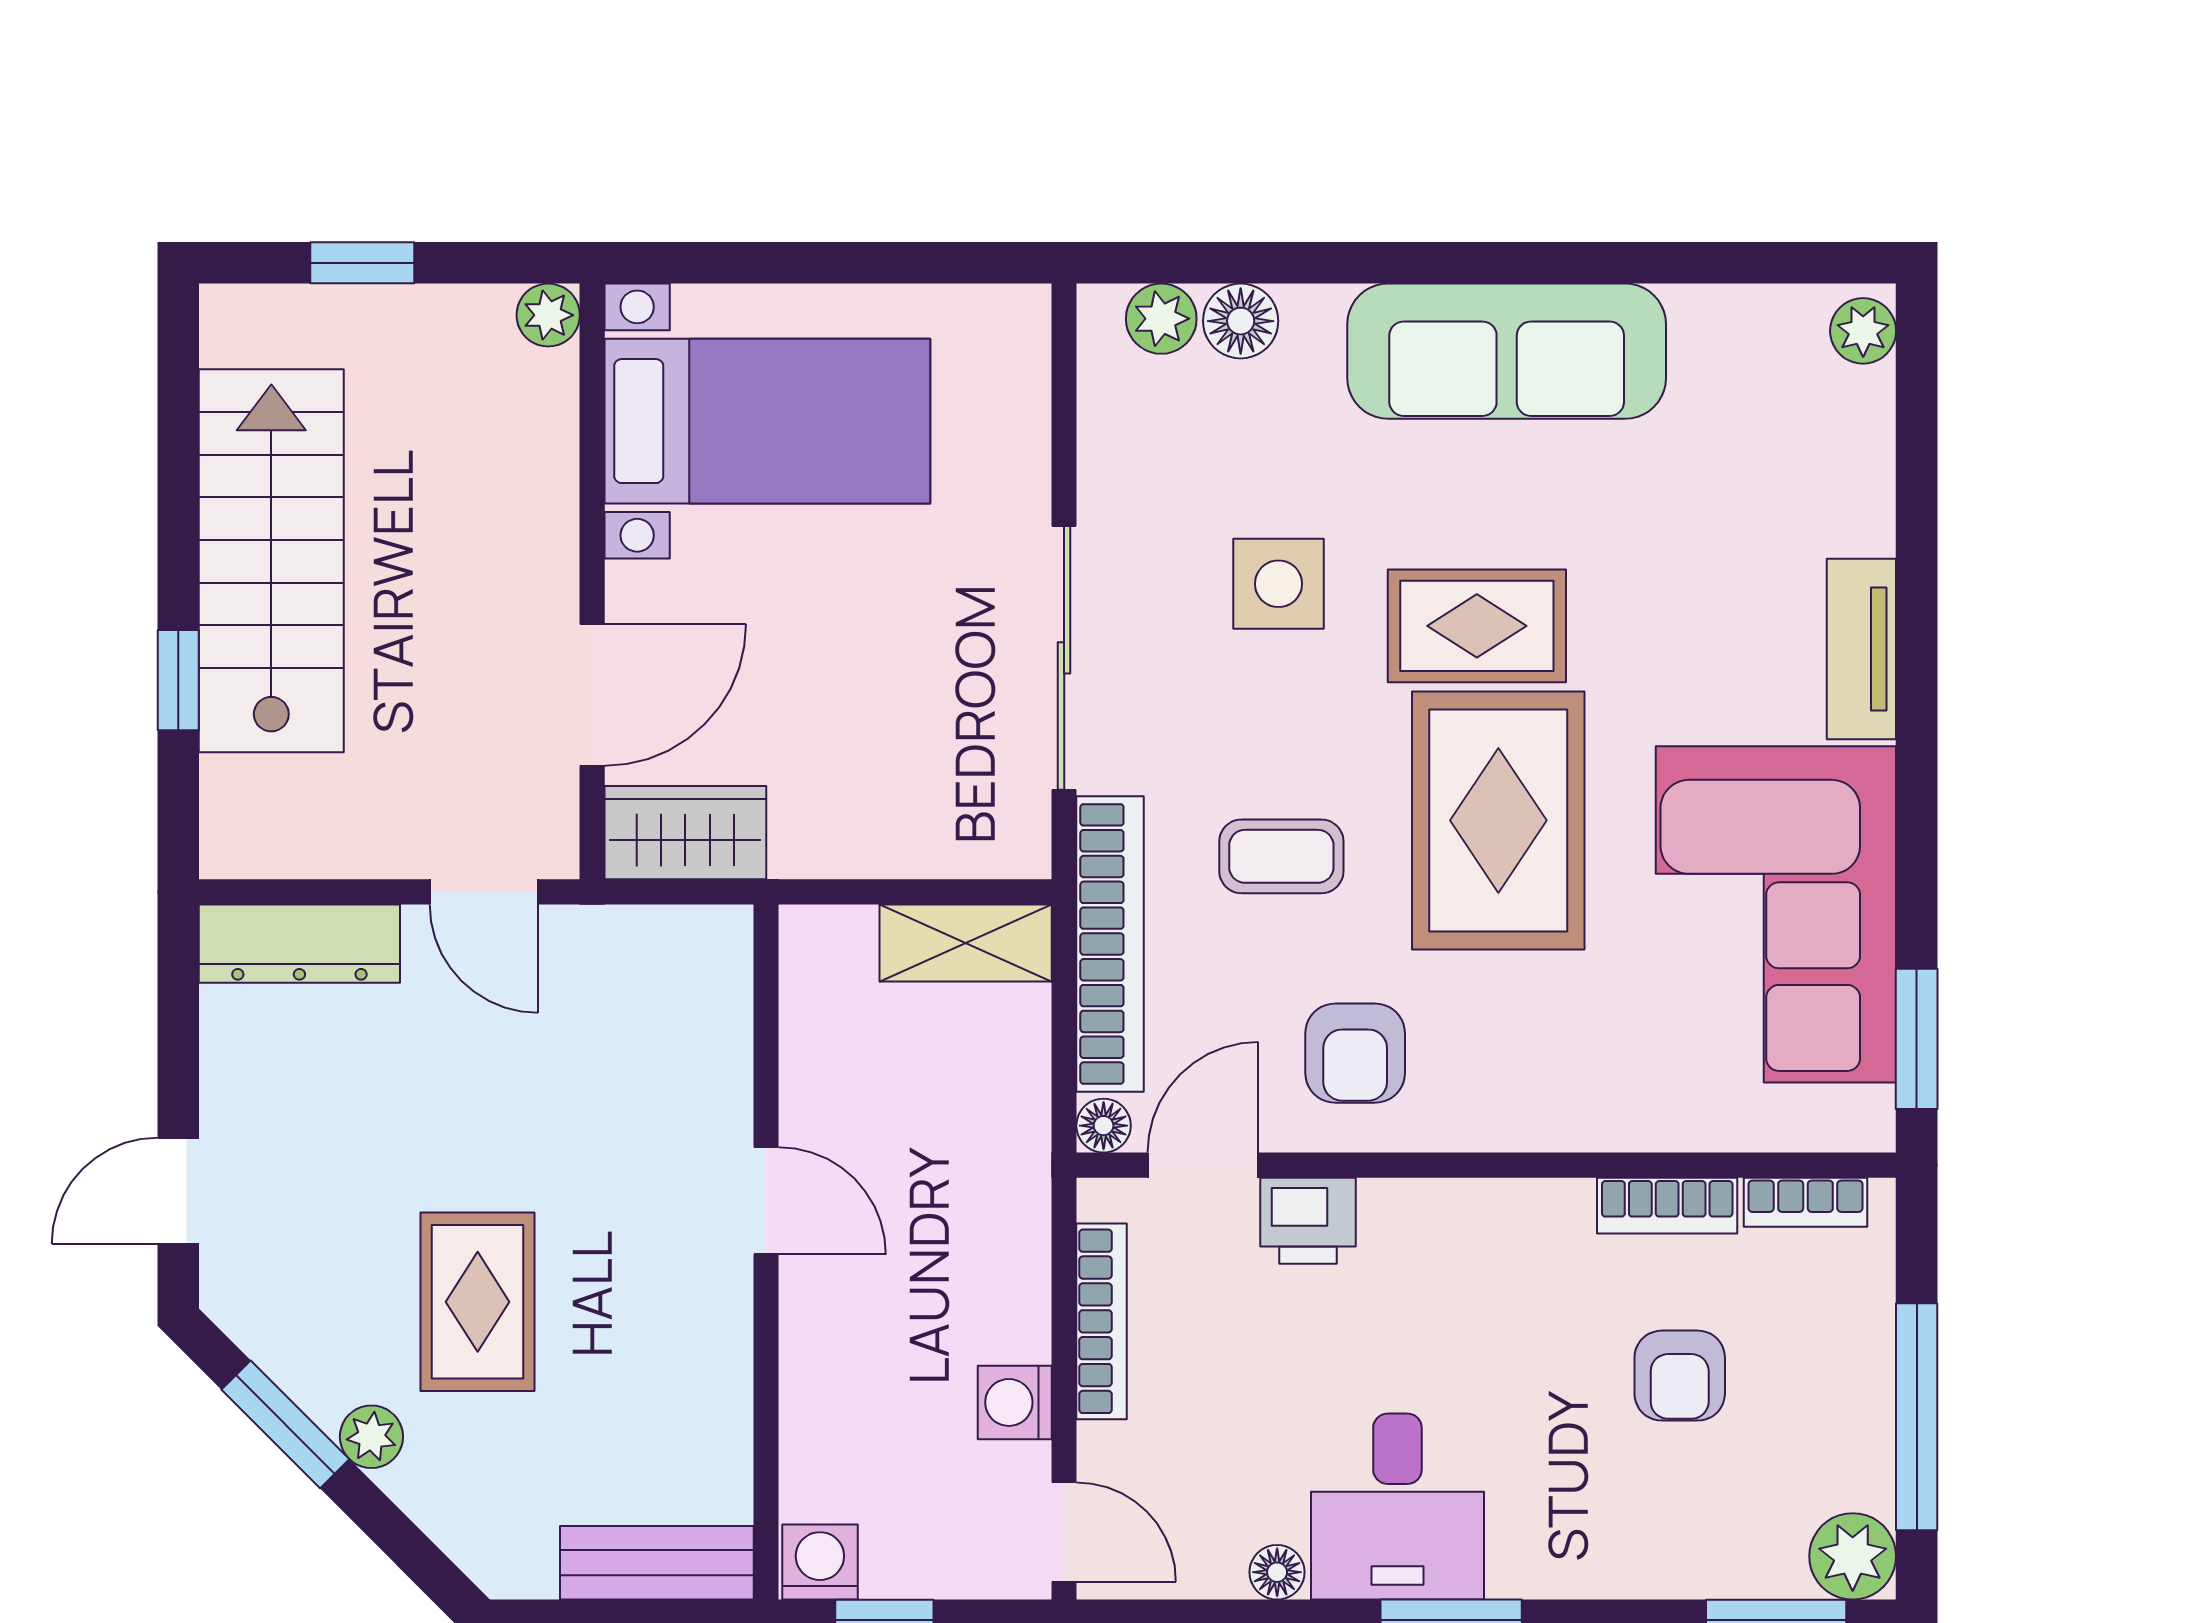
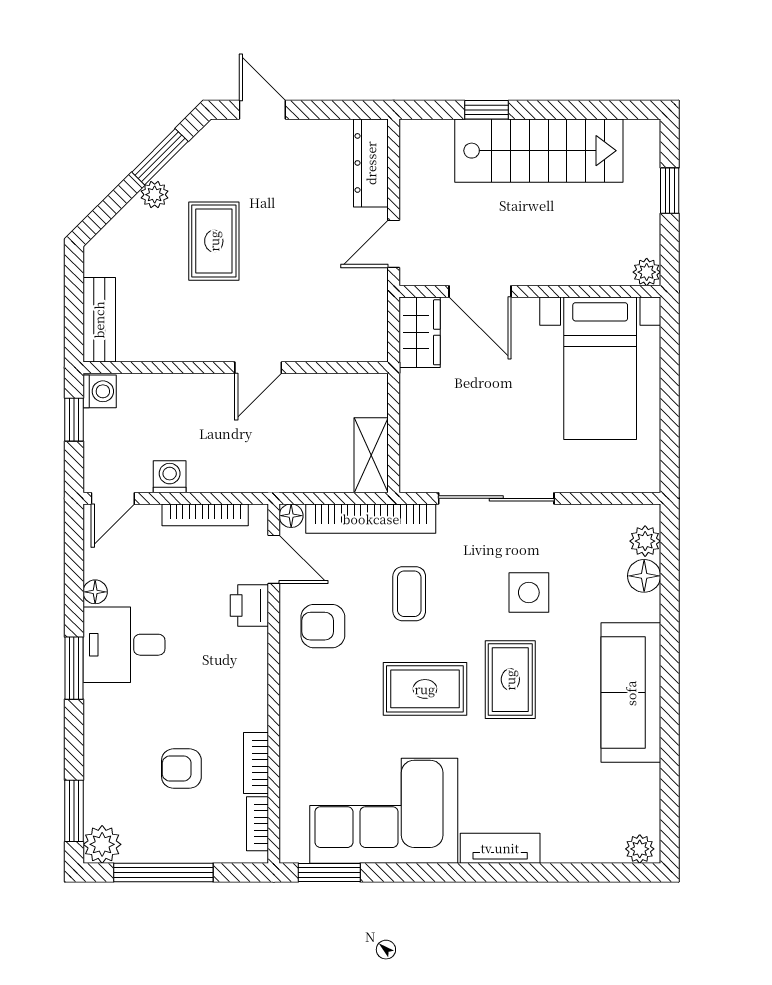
rug: (1498, 820) -> (425, 689), width x0.73, depth x0.70
rug: (478, 1302) -> (214, 241), turned 90

